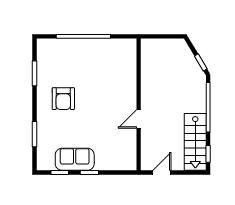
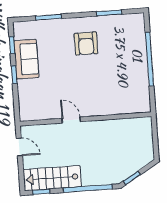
armchair: (63, 99) -> (86, 43), turned -90

